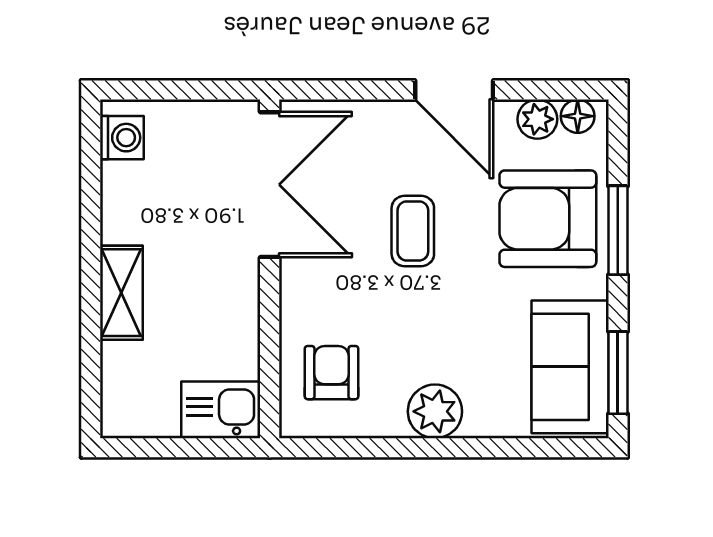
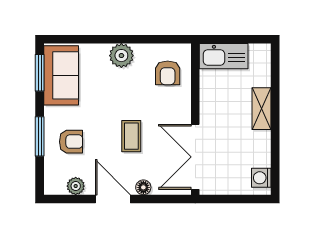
floor lamp: (578, 116) -> (143, 187), moved
armchair: (548, 219) -> (71, 142), width x0.53, depth x0.53
kitchen sink: (221, 410) -> (224, 56), width x1.38

